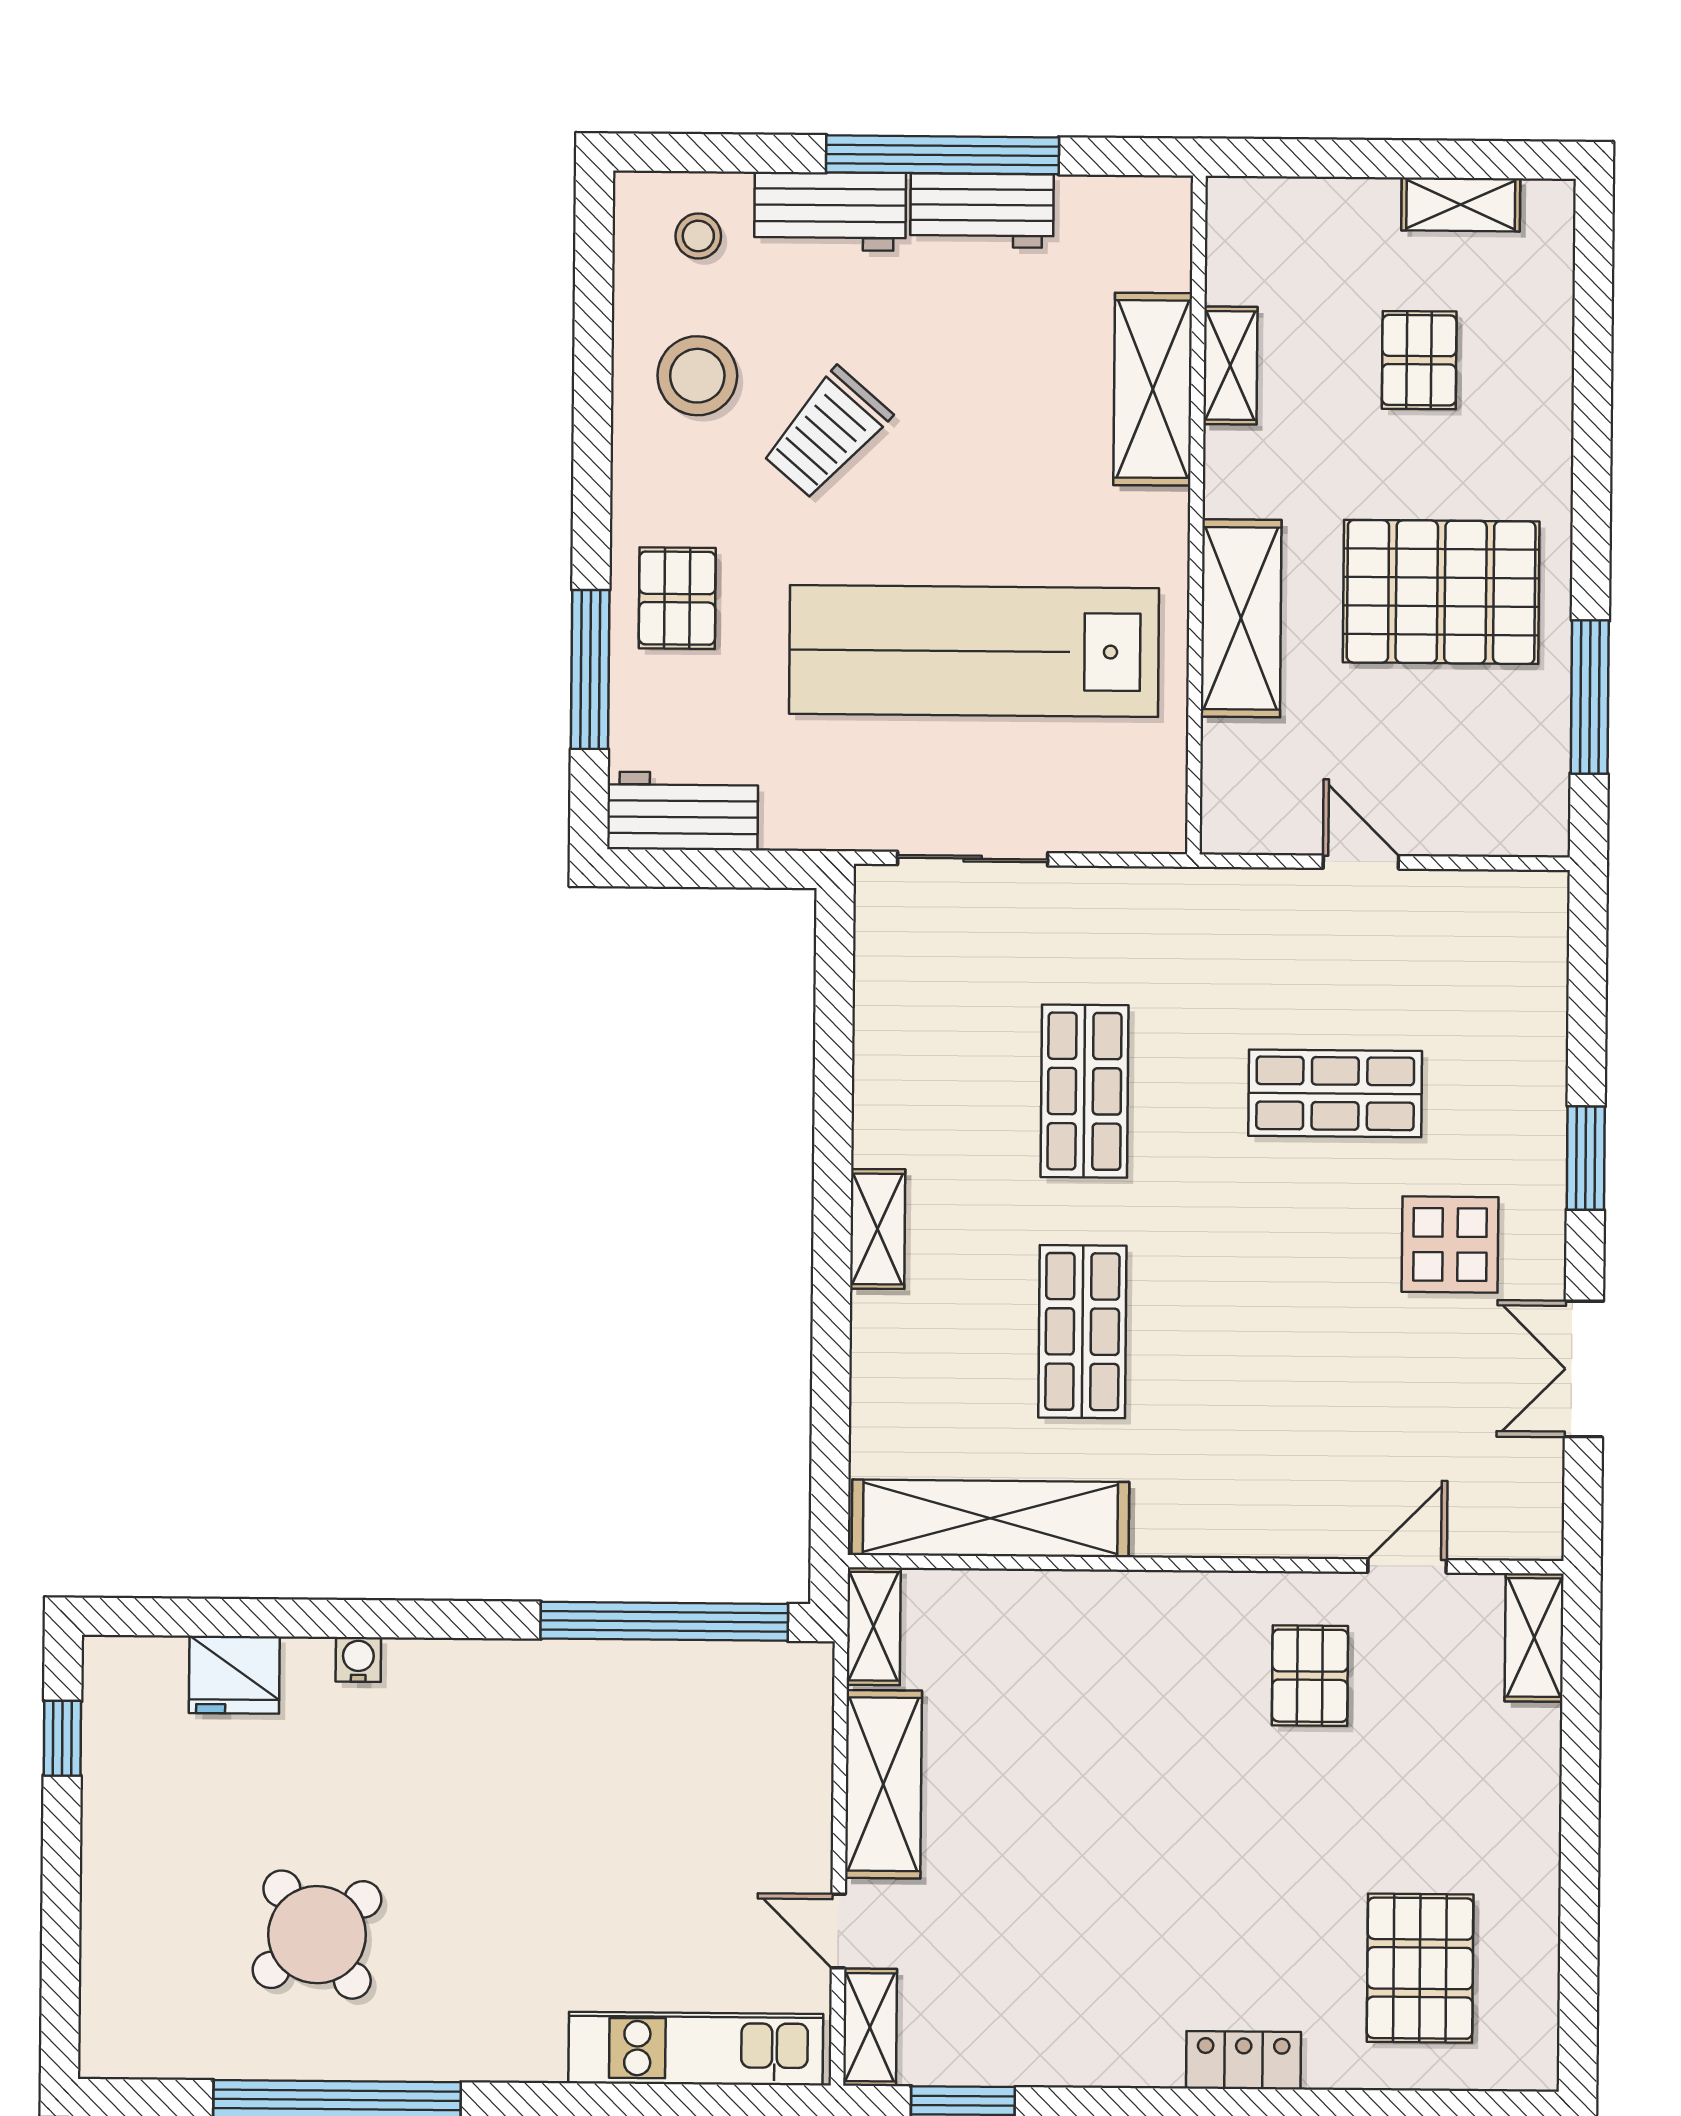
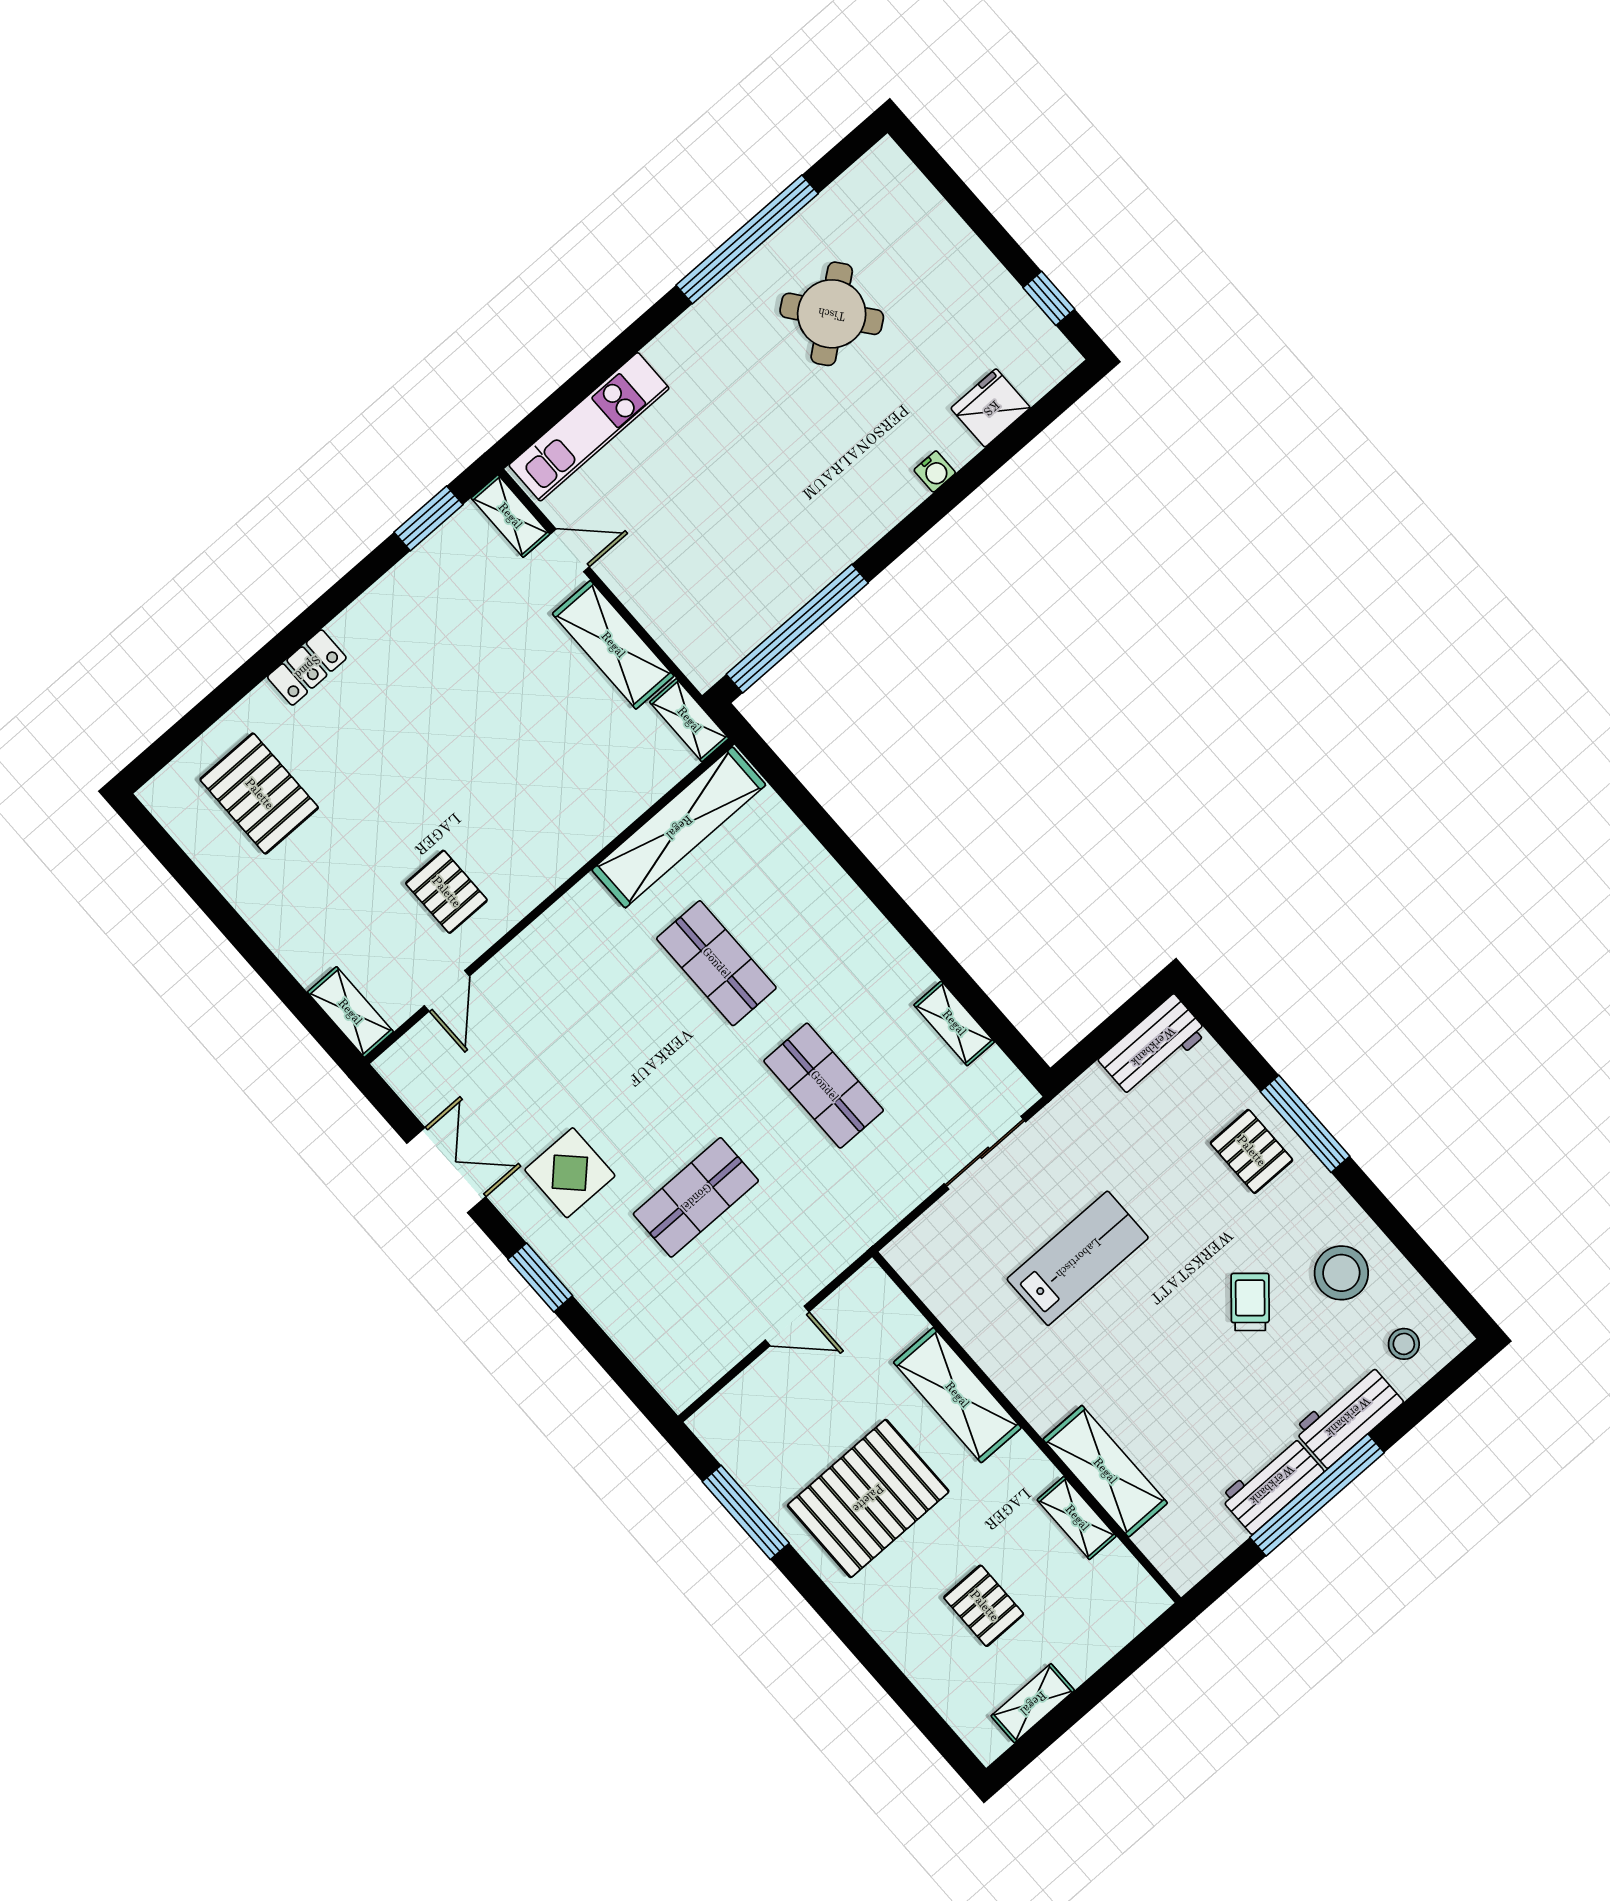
trolley: (827, 433) -> (1250, 1302), width x0.73, depth x0.72
lab bench: (974, 651) -> (1078, 1258), width x0.54, depth x0.72
window: (590, 669) -> (1305, 1124), moved
shelving: (878, 1229) -> (954, 1023), moved

